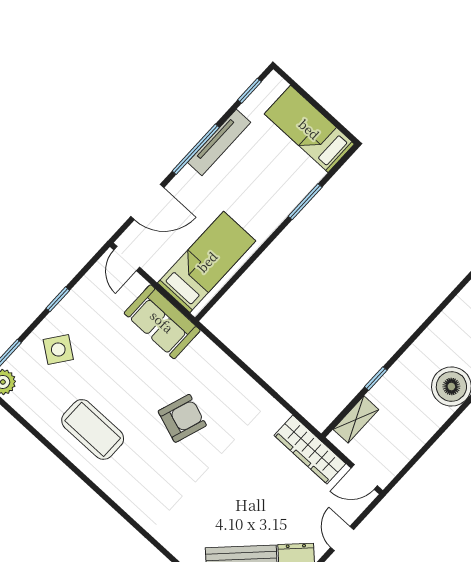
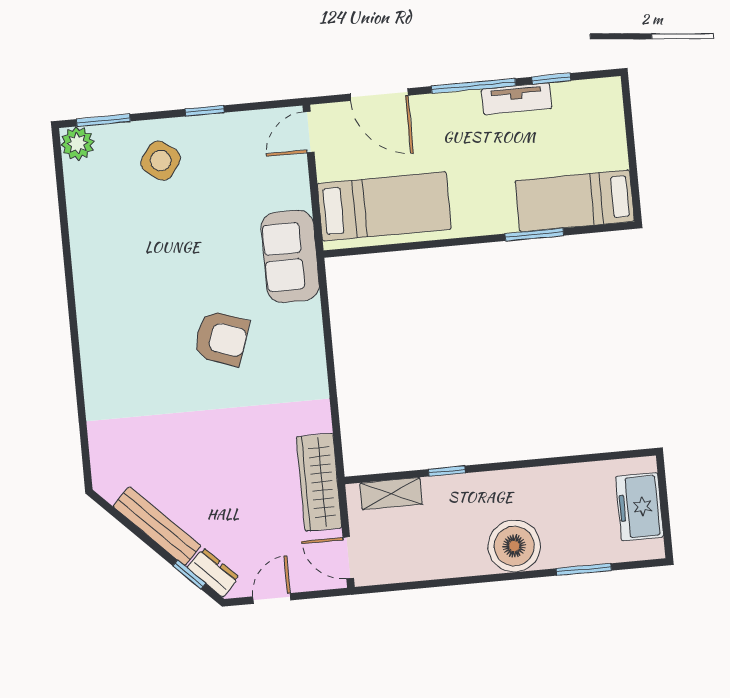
window: (249, 91) -> (551, 79), moved
bed: (309, 129) -> (575, 201), moved, turned -90
tv unit: (219, 142) -> (517, 99), width x0.71
sofa: (162, 322) -> (290, 256), moved
coffee table: (93, 429) -> (123, 270), removed

